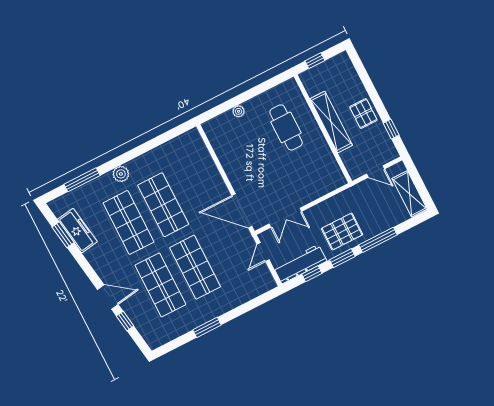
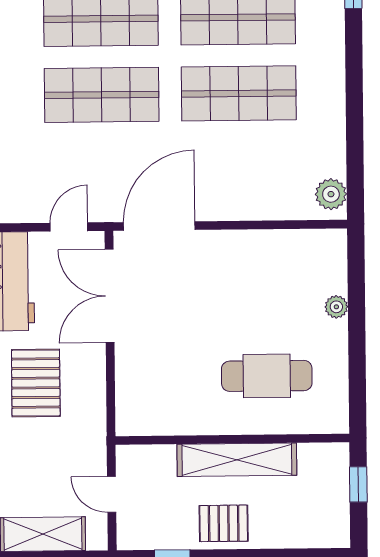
door: (376, 171) -> (112, 494), hinge flipped
plant: (121, 174) -> (331, 194), moved
double door: (285, 218) -> (110, 296), width x1.37
door: (263, 252) -> (69, 227), hinge flipped

